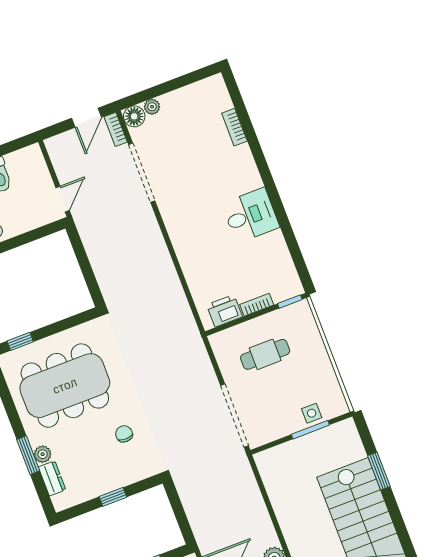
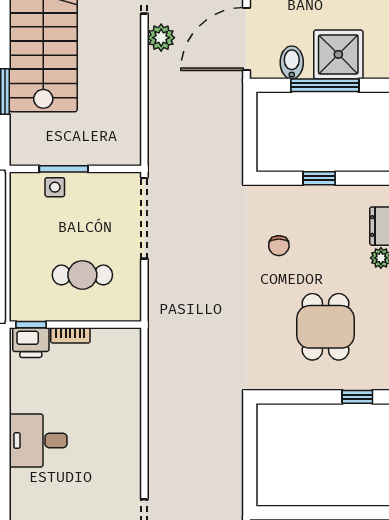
printer: (224, 311) -> (31, 343), moved
dining table: (65, 386) -> (325, 327), width x0.53, depth x0.80

